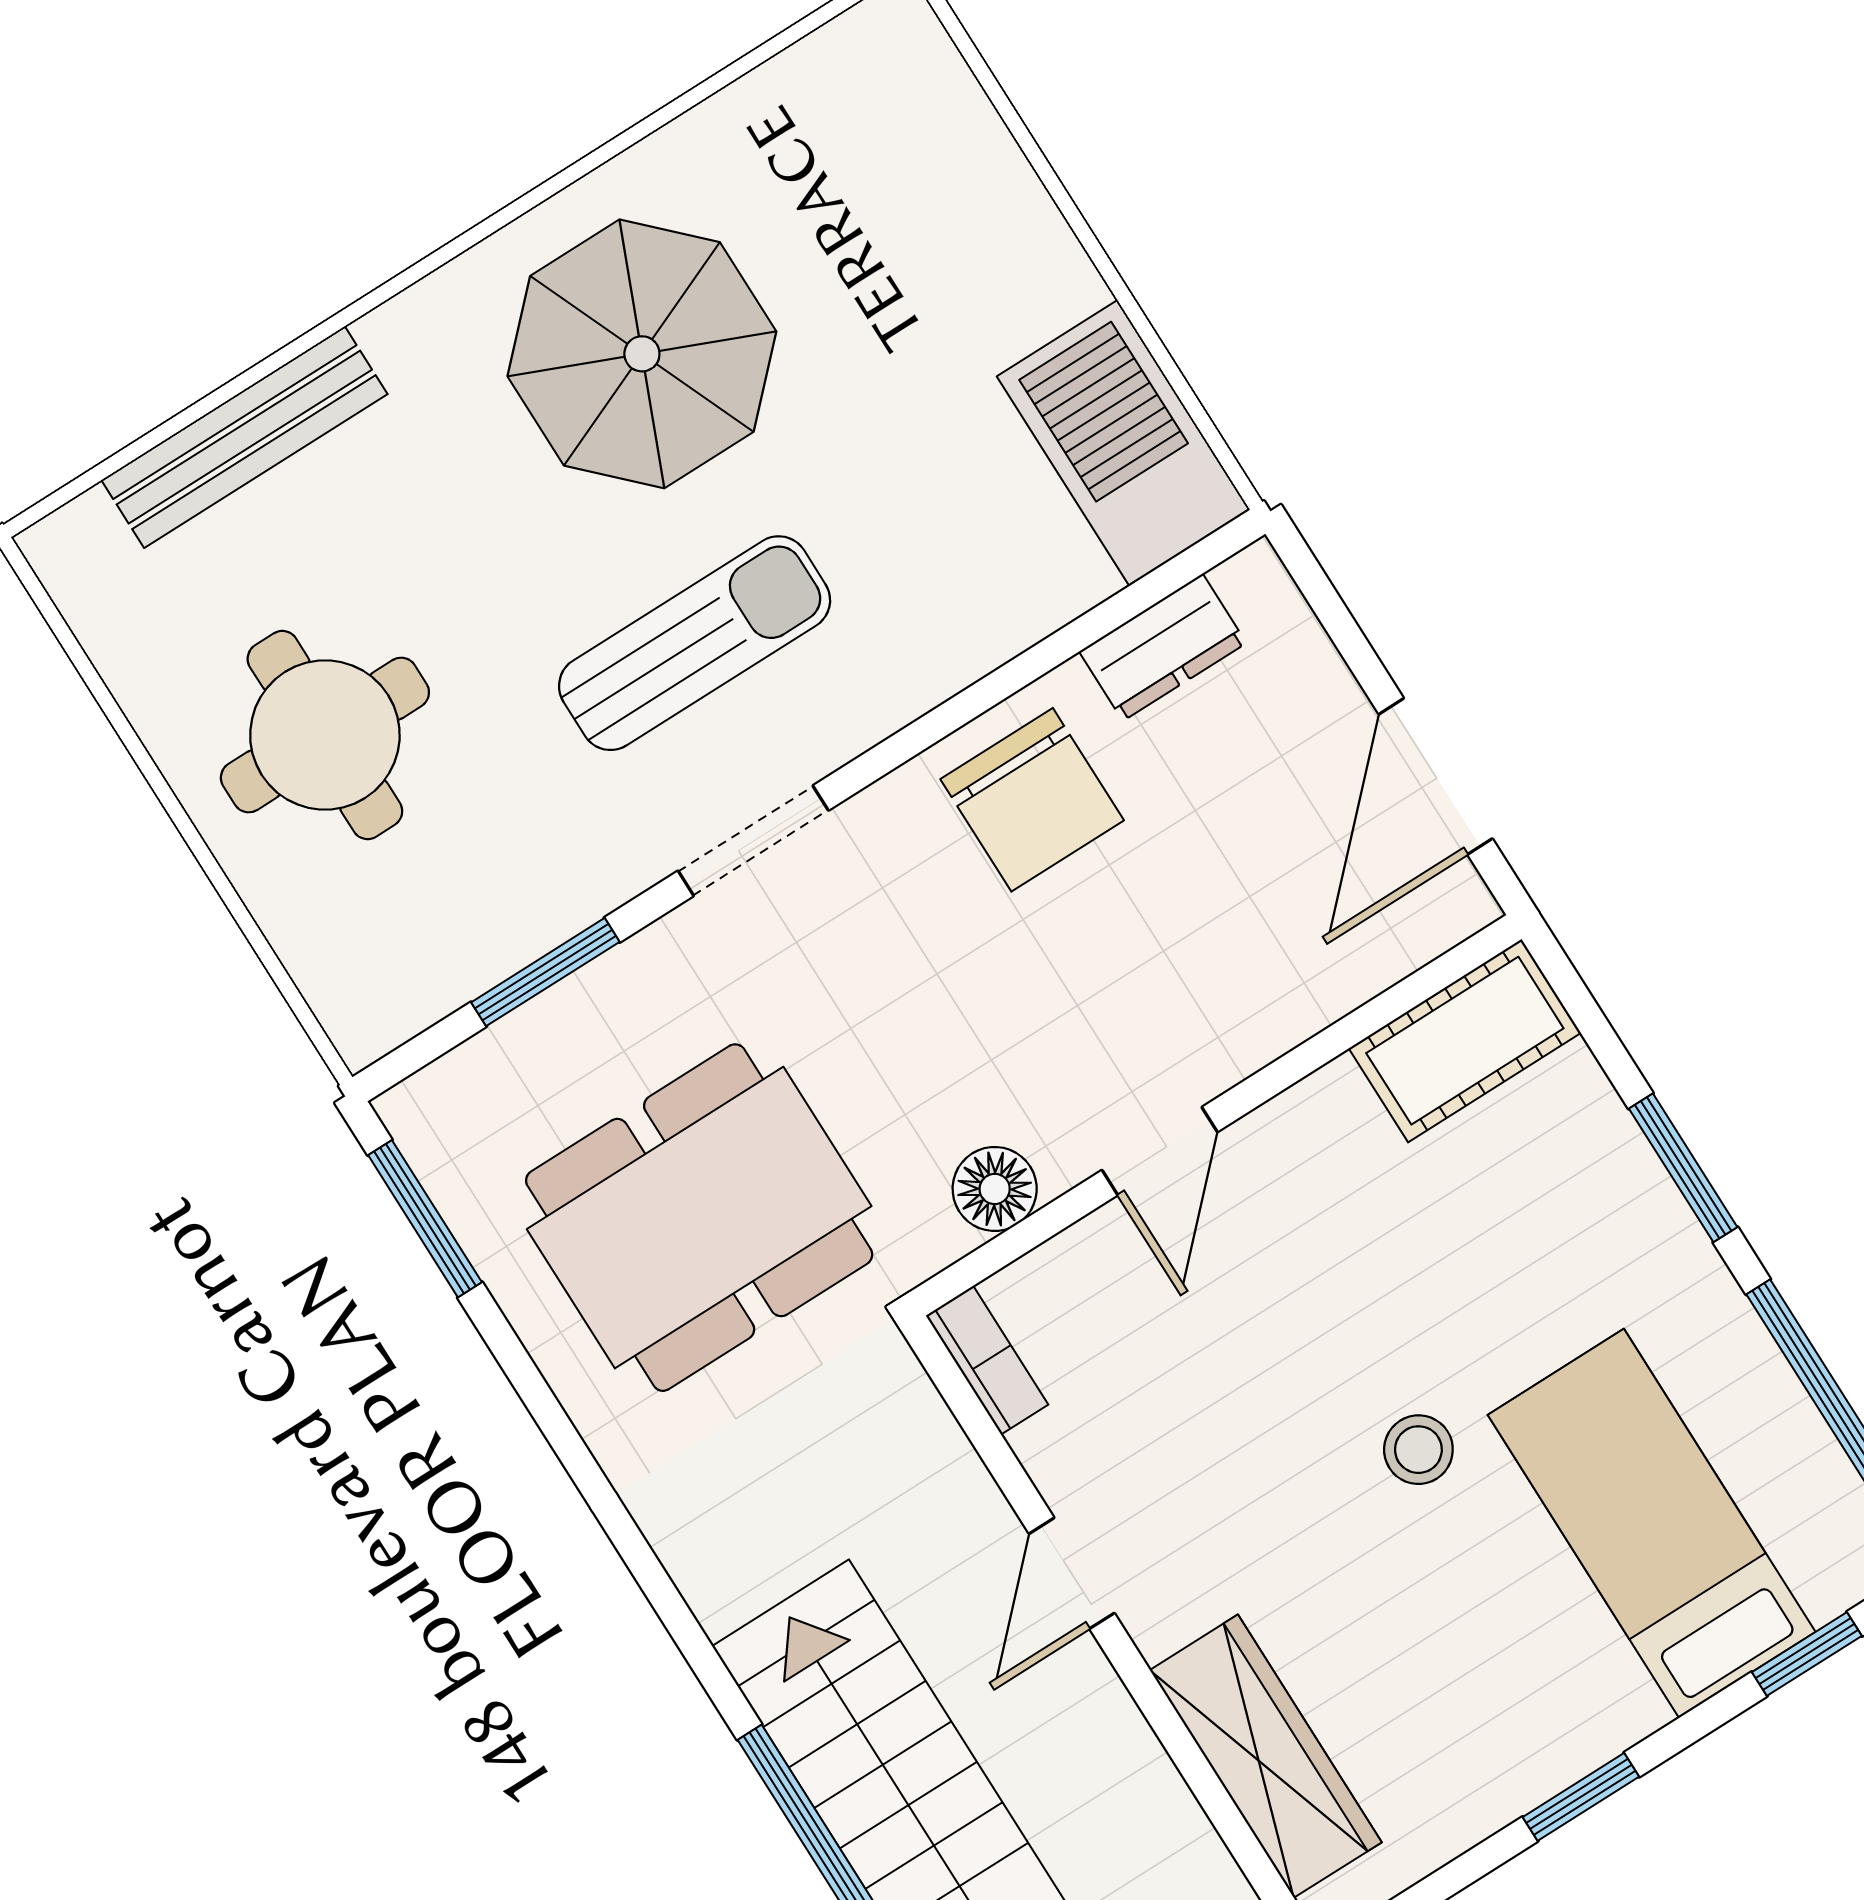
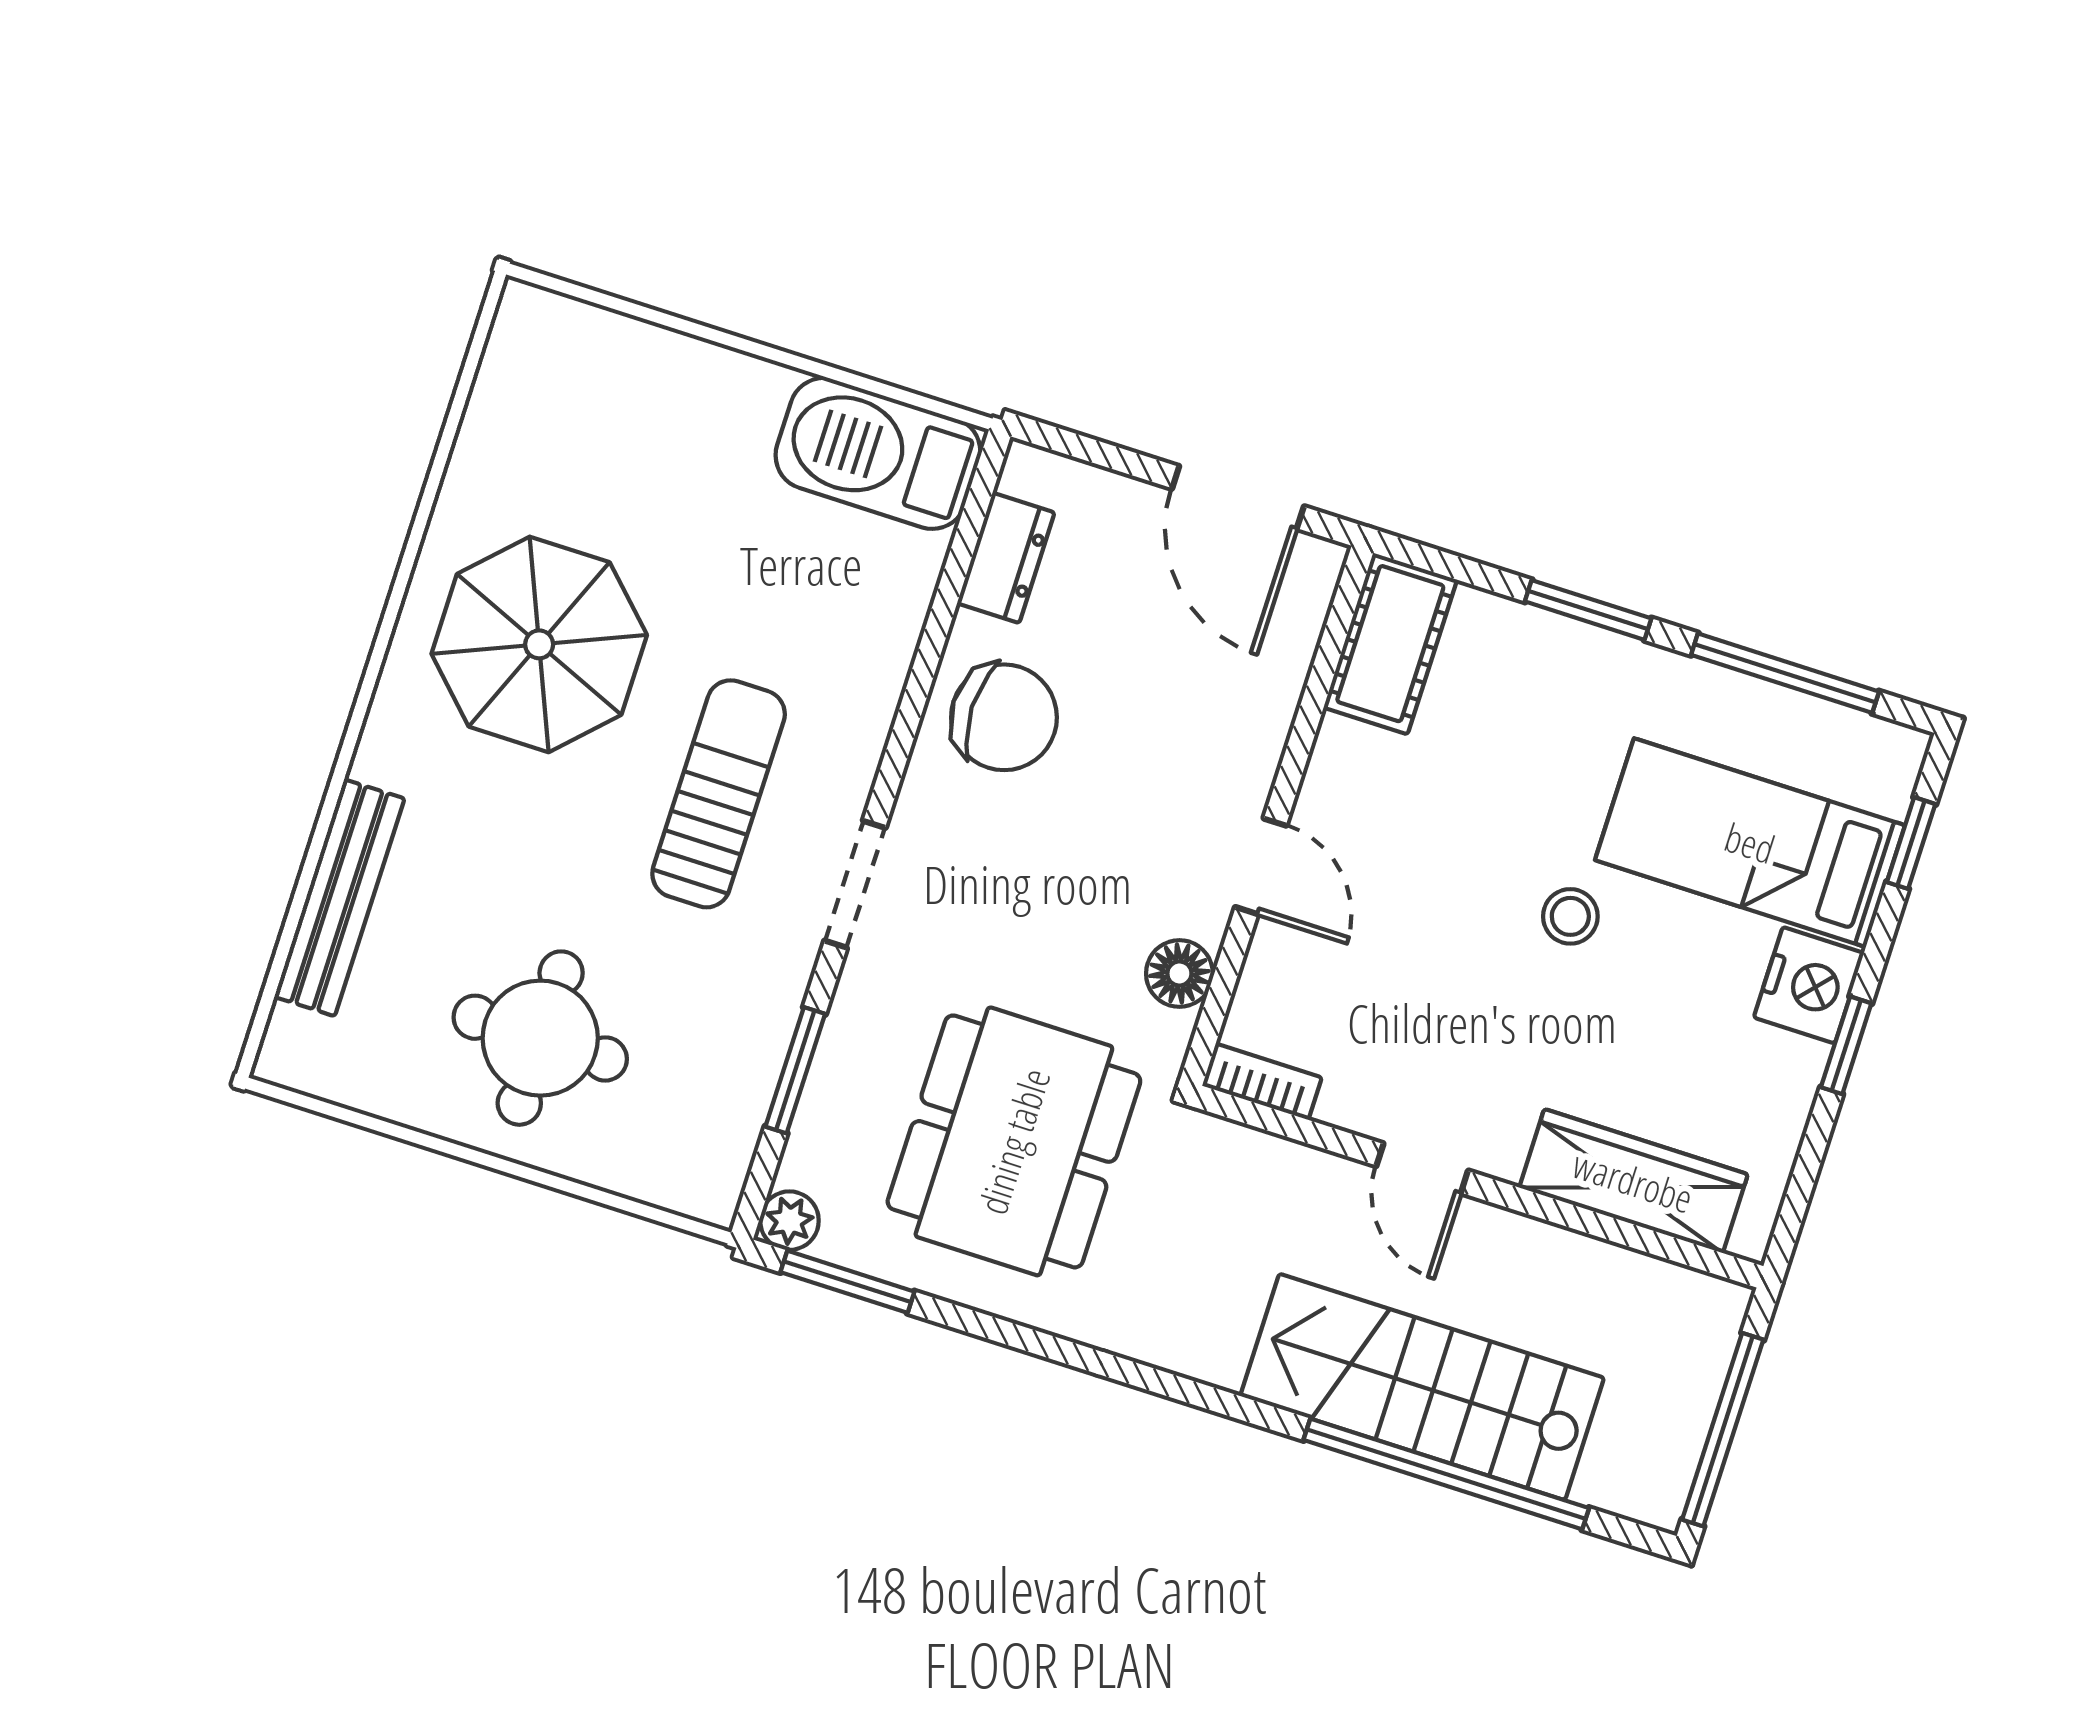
plant: (418, 1113) -> (789, 1221), added
nightstand: (1593, 1709) -> (1809, 985), added

